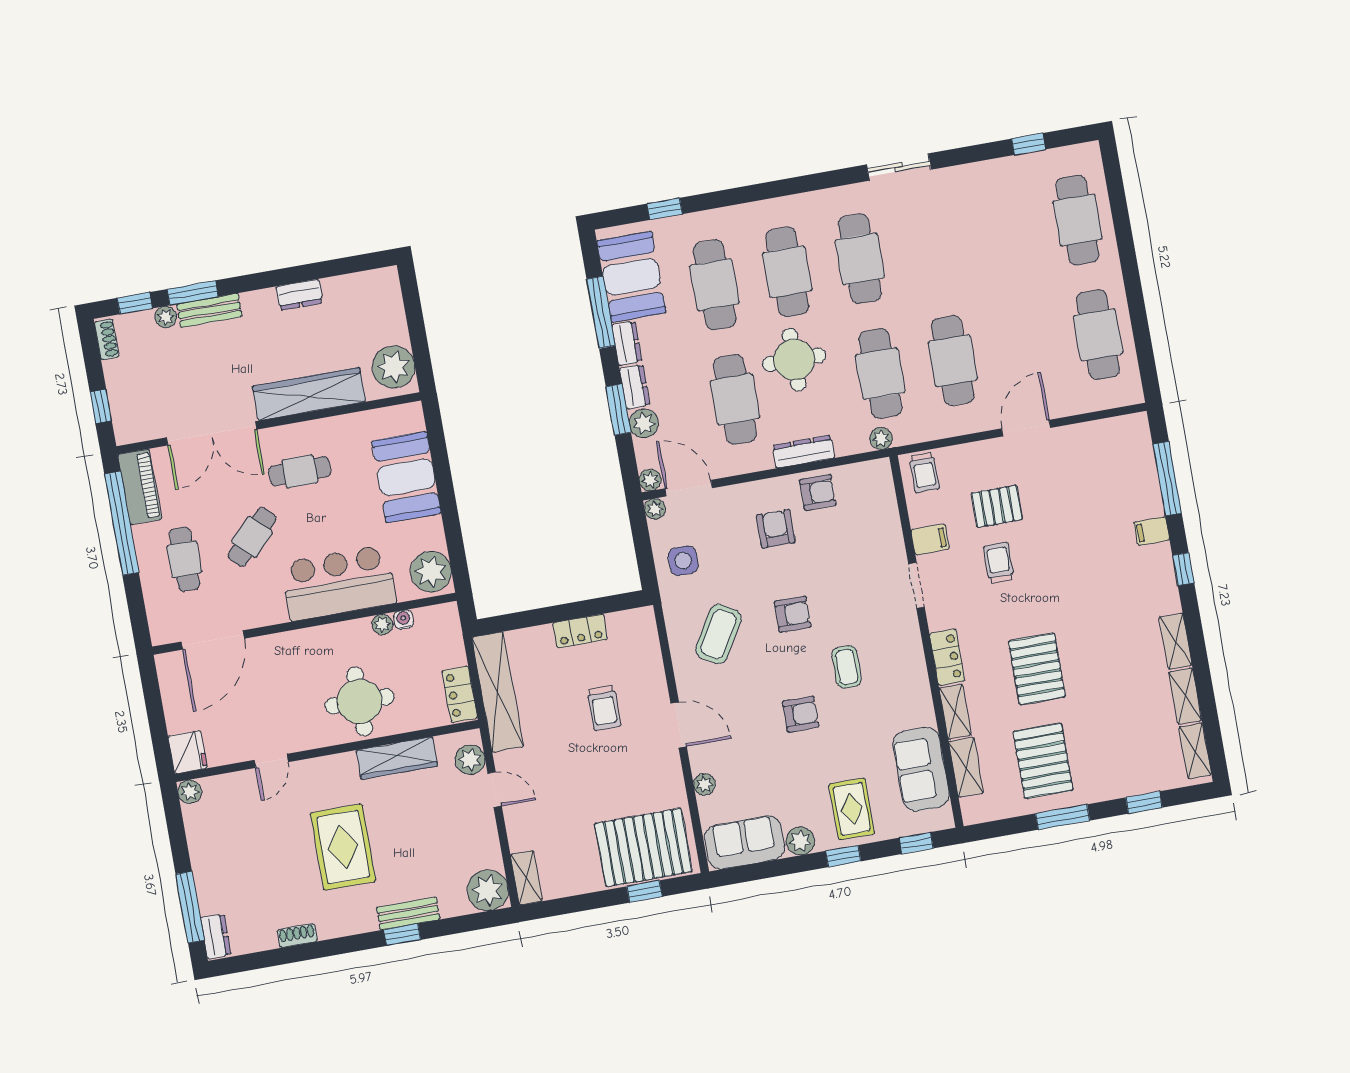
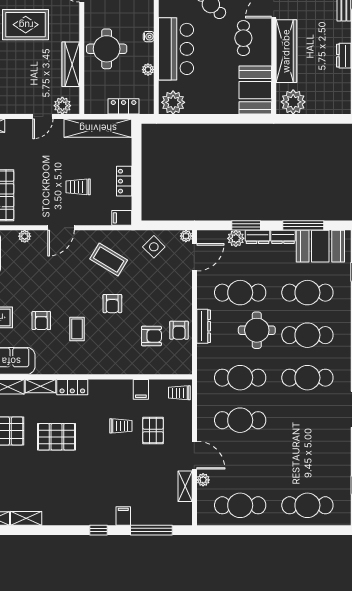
plant: (881, 438) -> (203, 480), moved
booth: (406, 477) -> (255, 90), moved, turned 90
plant: (650, 480) -> (203, 236), removed
armchair: (776, 529) -> (151, 336), moved
side table: (683, 561) -> (154, 247), turned 45
doorway: (917, 585) -> (116, 377), removed
water cooler: (404, 620) -> (149, 37), moved
filing cabinet: (643, 624) -> (122, 218), added
shelving: (1176, 641) -> (185, 486), moved, turned 90
coffee table: (847, 667) -> (77, 329), turned 90
locker: (460, 694) -> (124, 106), moved
armchair: (801, 714) -> (41, 321), moved

